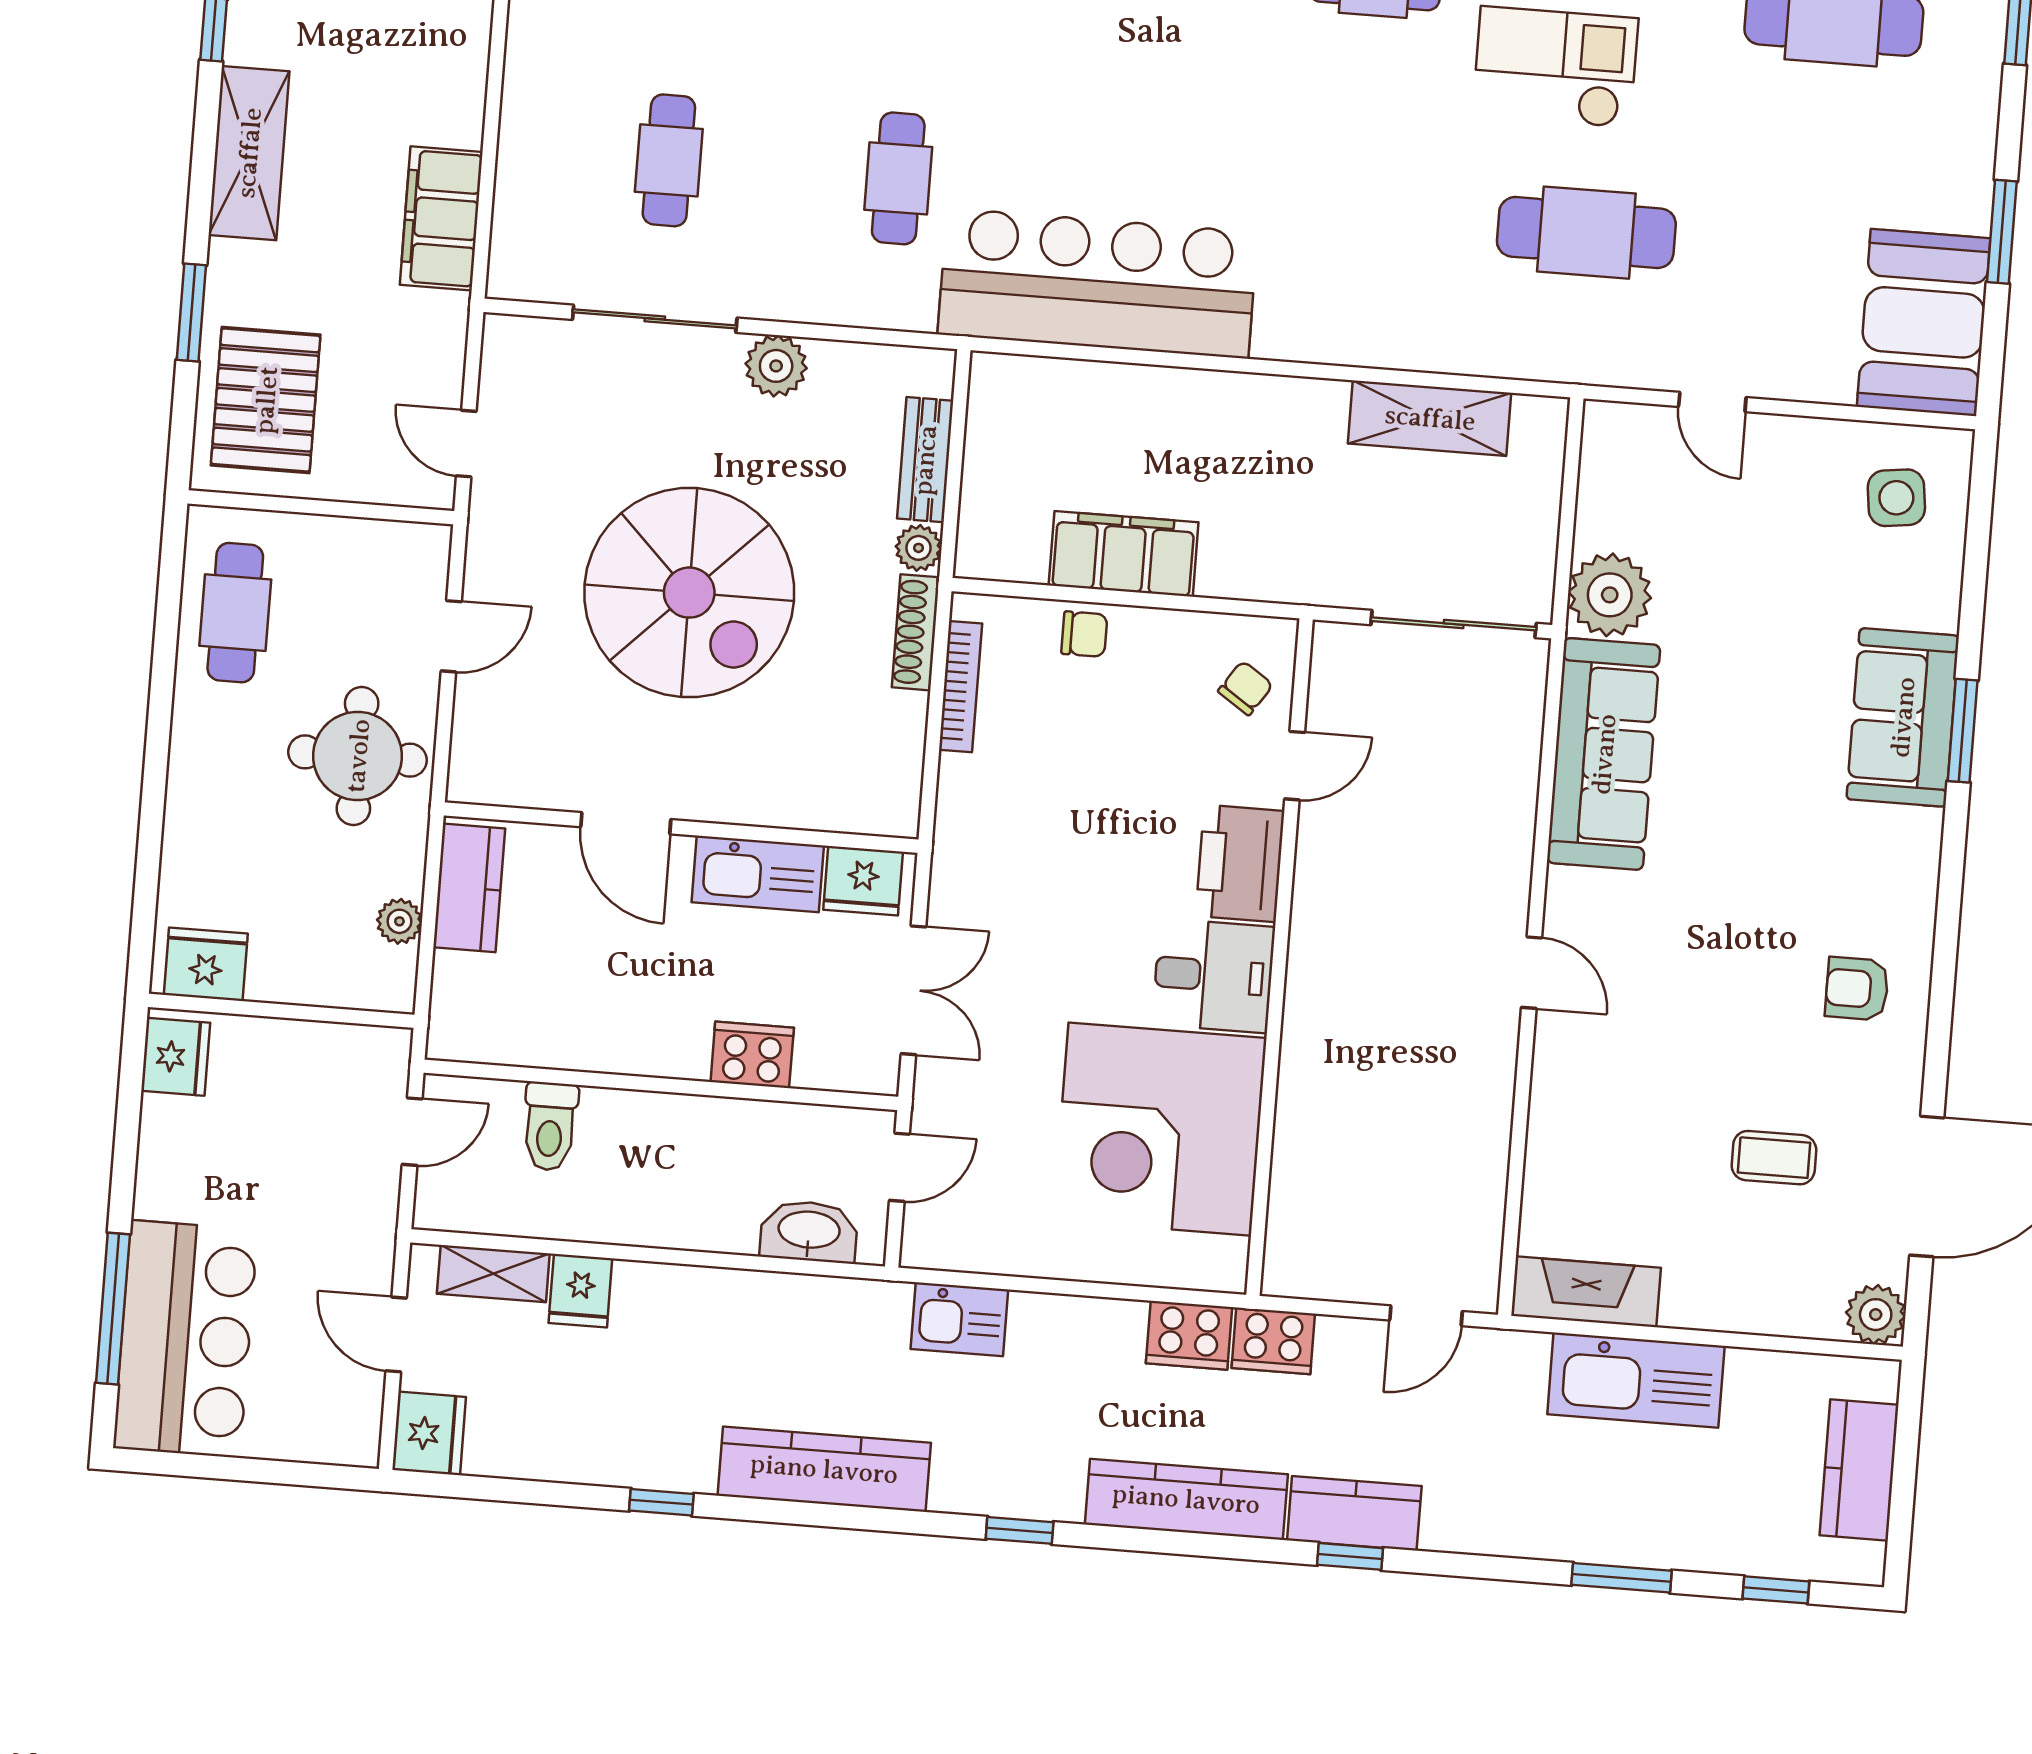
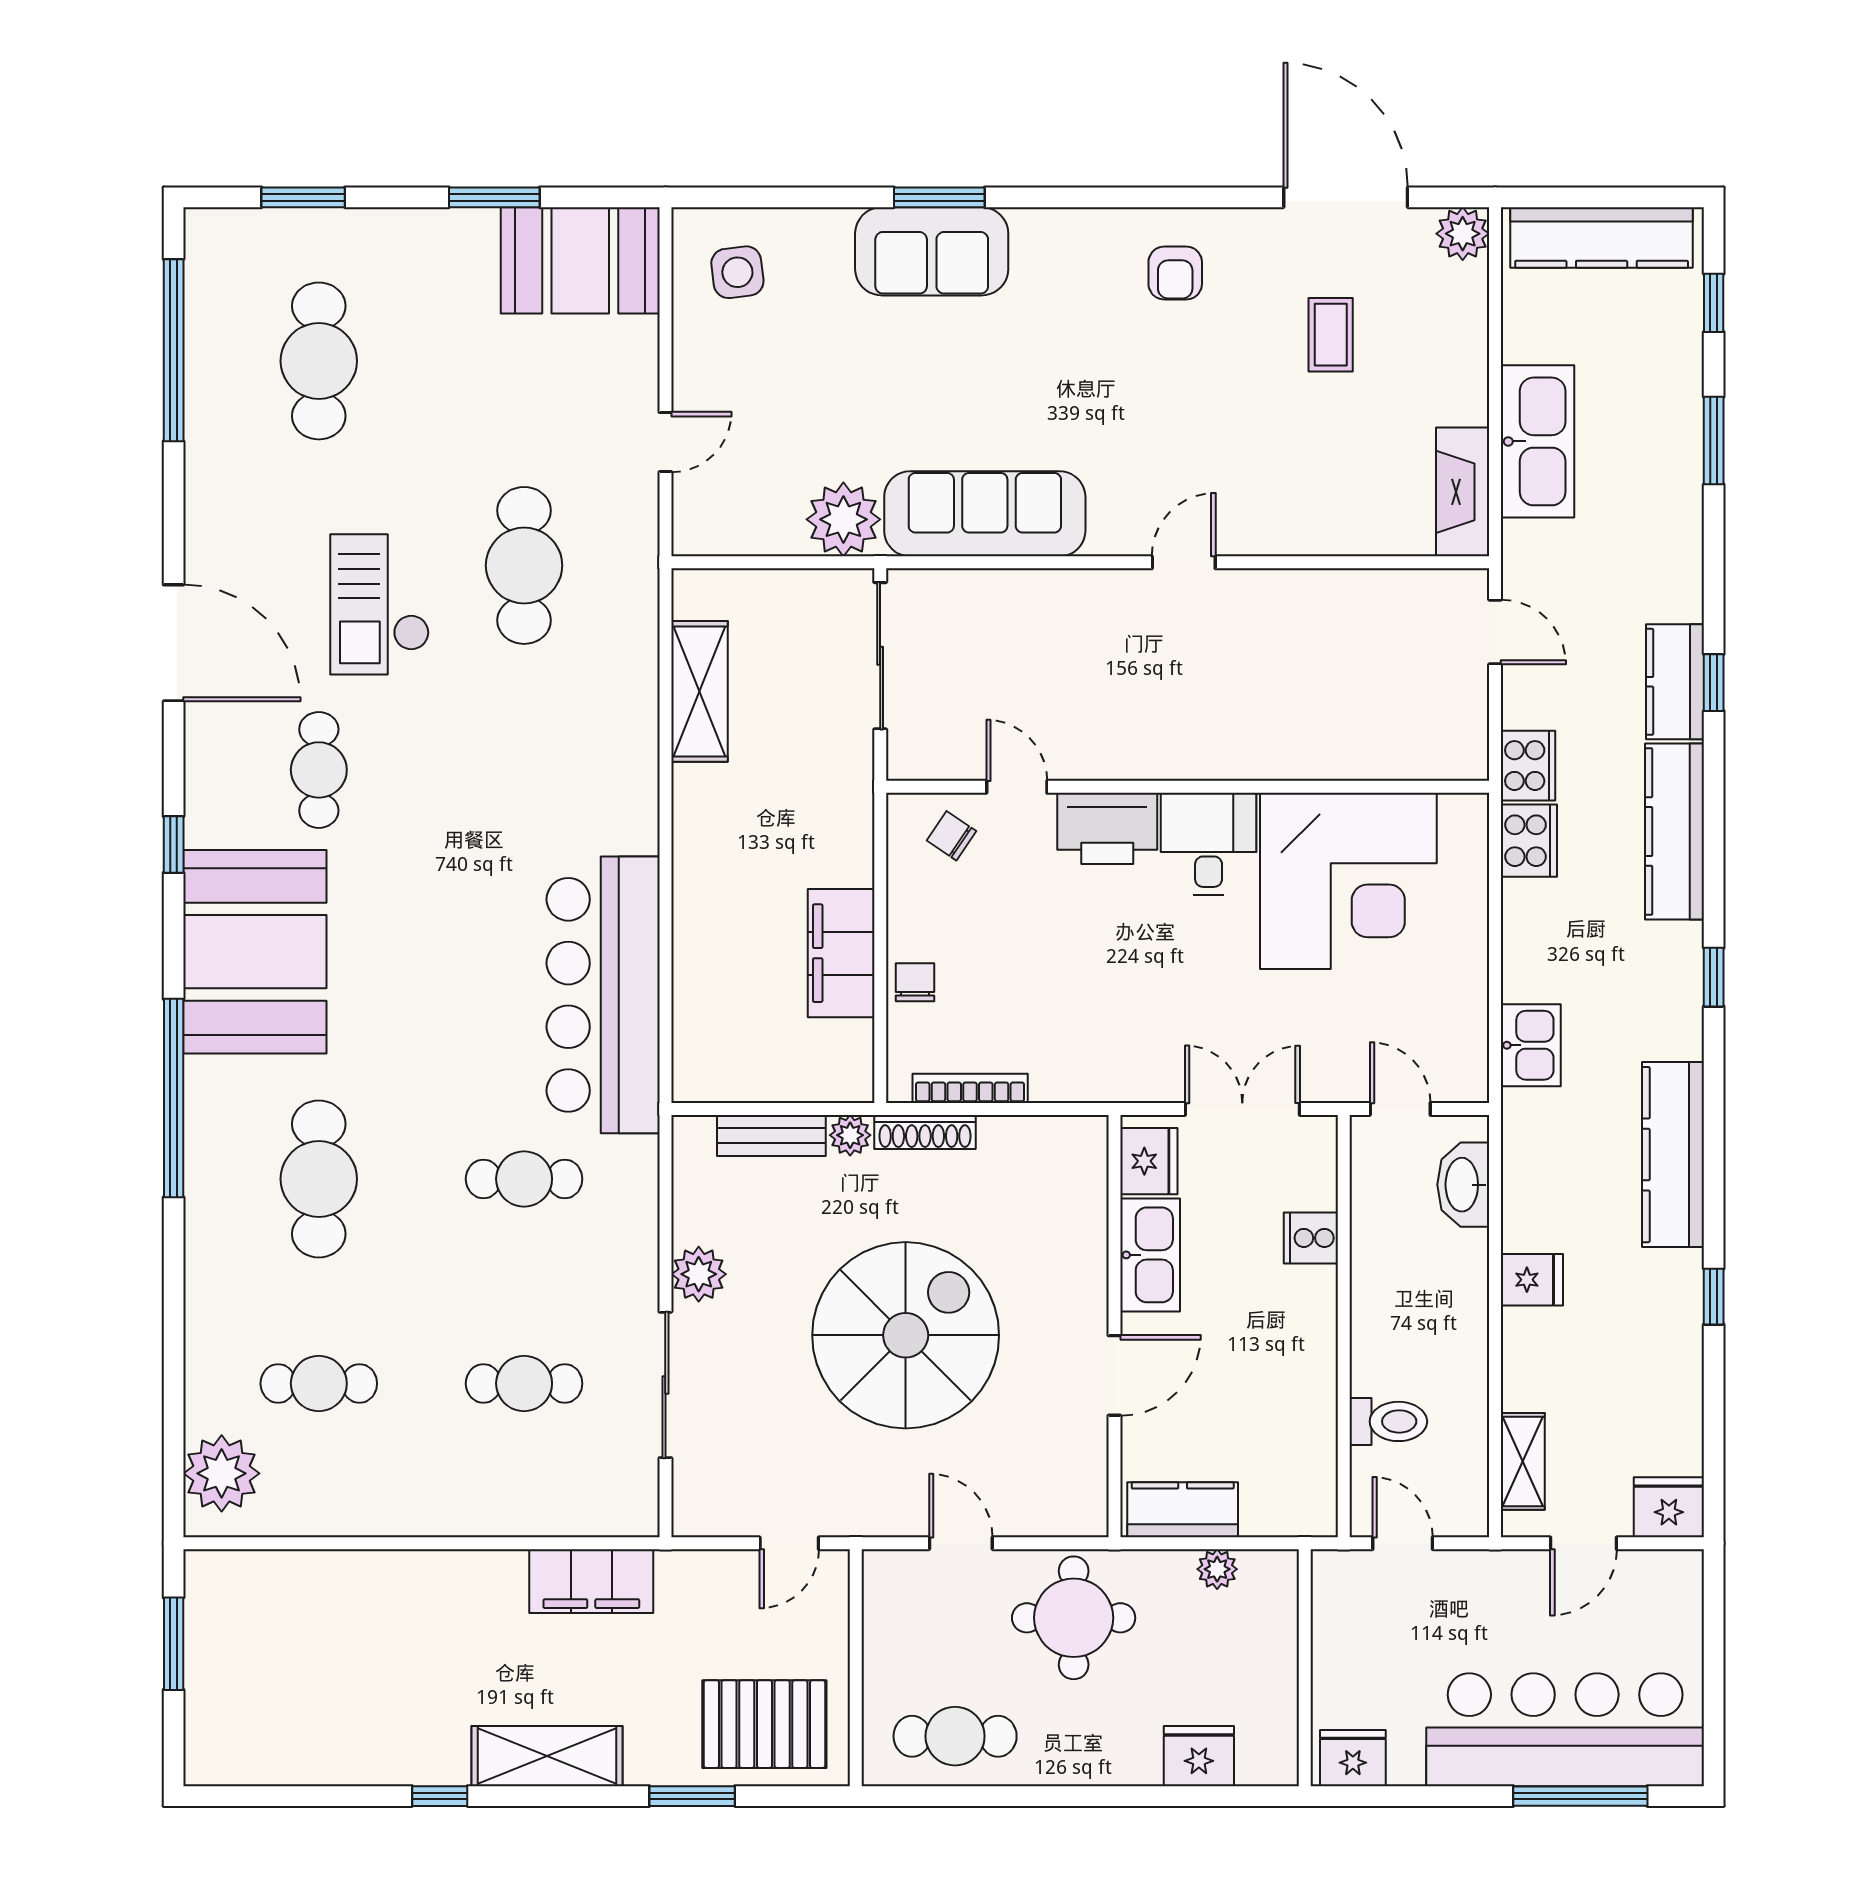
fridge: (206, 964) -> (1199, 1756), moved, turned 90
cooker: (752, 1055) -> (1311, 1238), width x0.73
fridge: (580, 1291) -> (1532, 1280), moved
bar counter: (185, 1339) -> (1565, 1730), width x1.36
kitchen counter: (1859, 1470) -> (1602, 237), width x1.50

